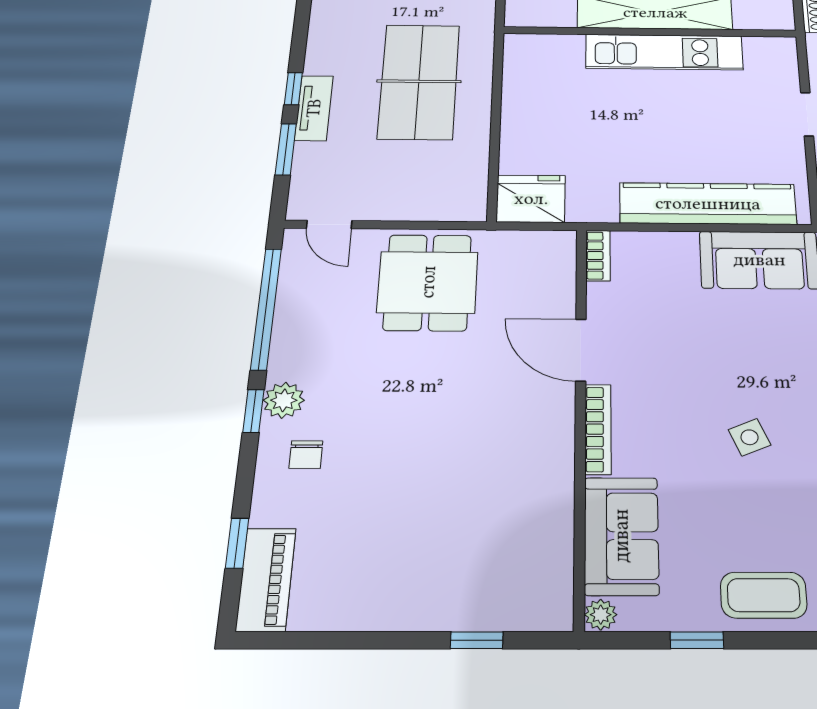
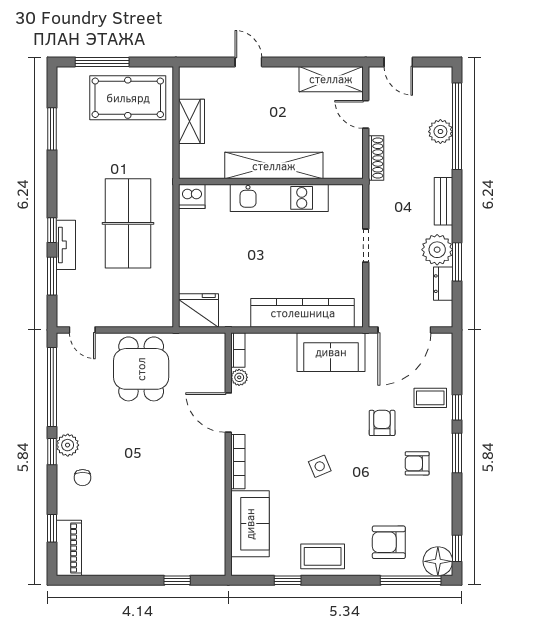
dishwasher: (524, 49) -> (192, 196), added
plant: (601, 615) -> (239, 377), moved

